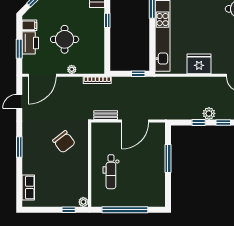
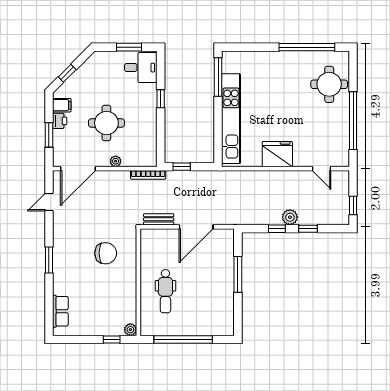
printer: (30, 43) -> (60, 121), width x0.53, depth x0.68
window: (138, 74) -> (182, 167), moved
chair: (64, 142) -> (106, 253), turned -52

